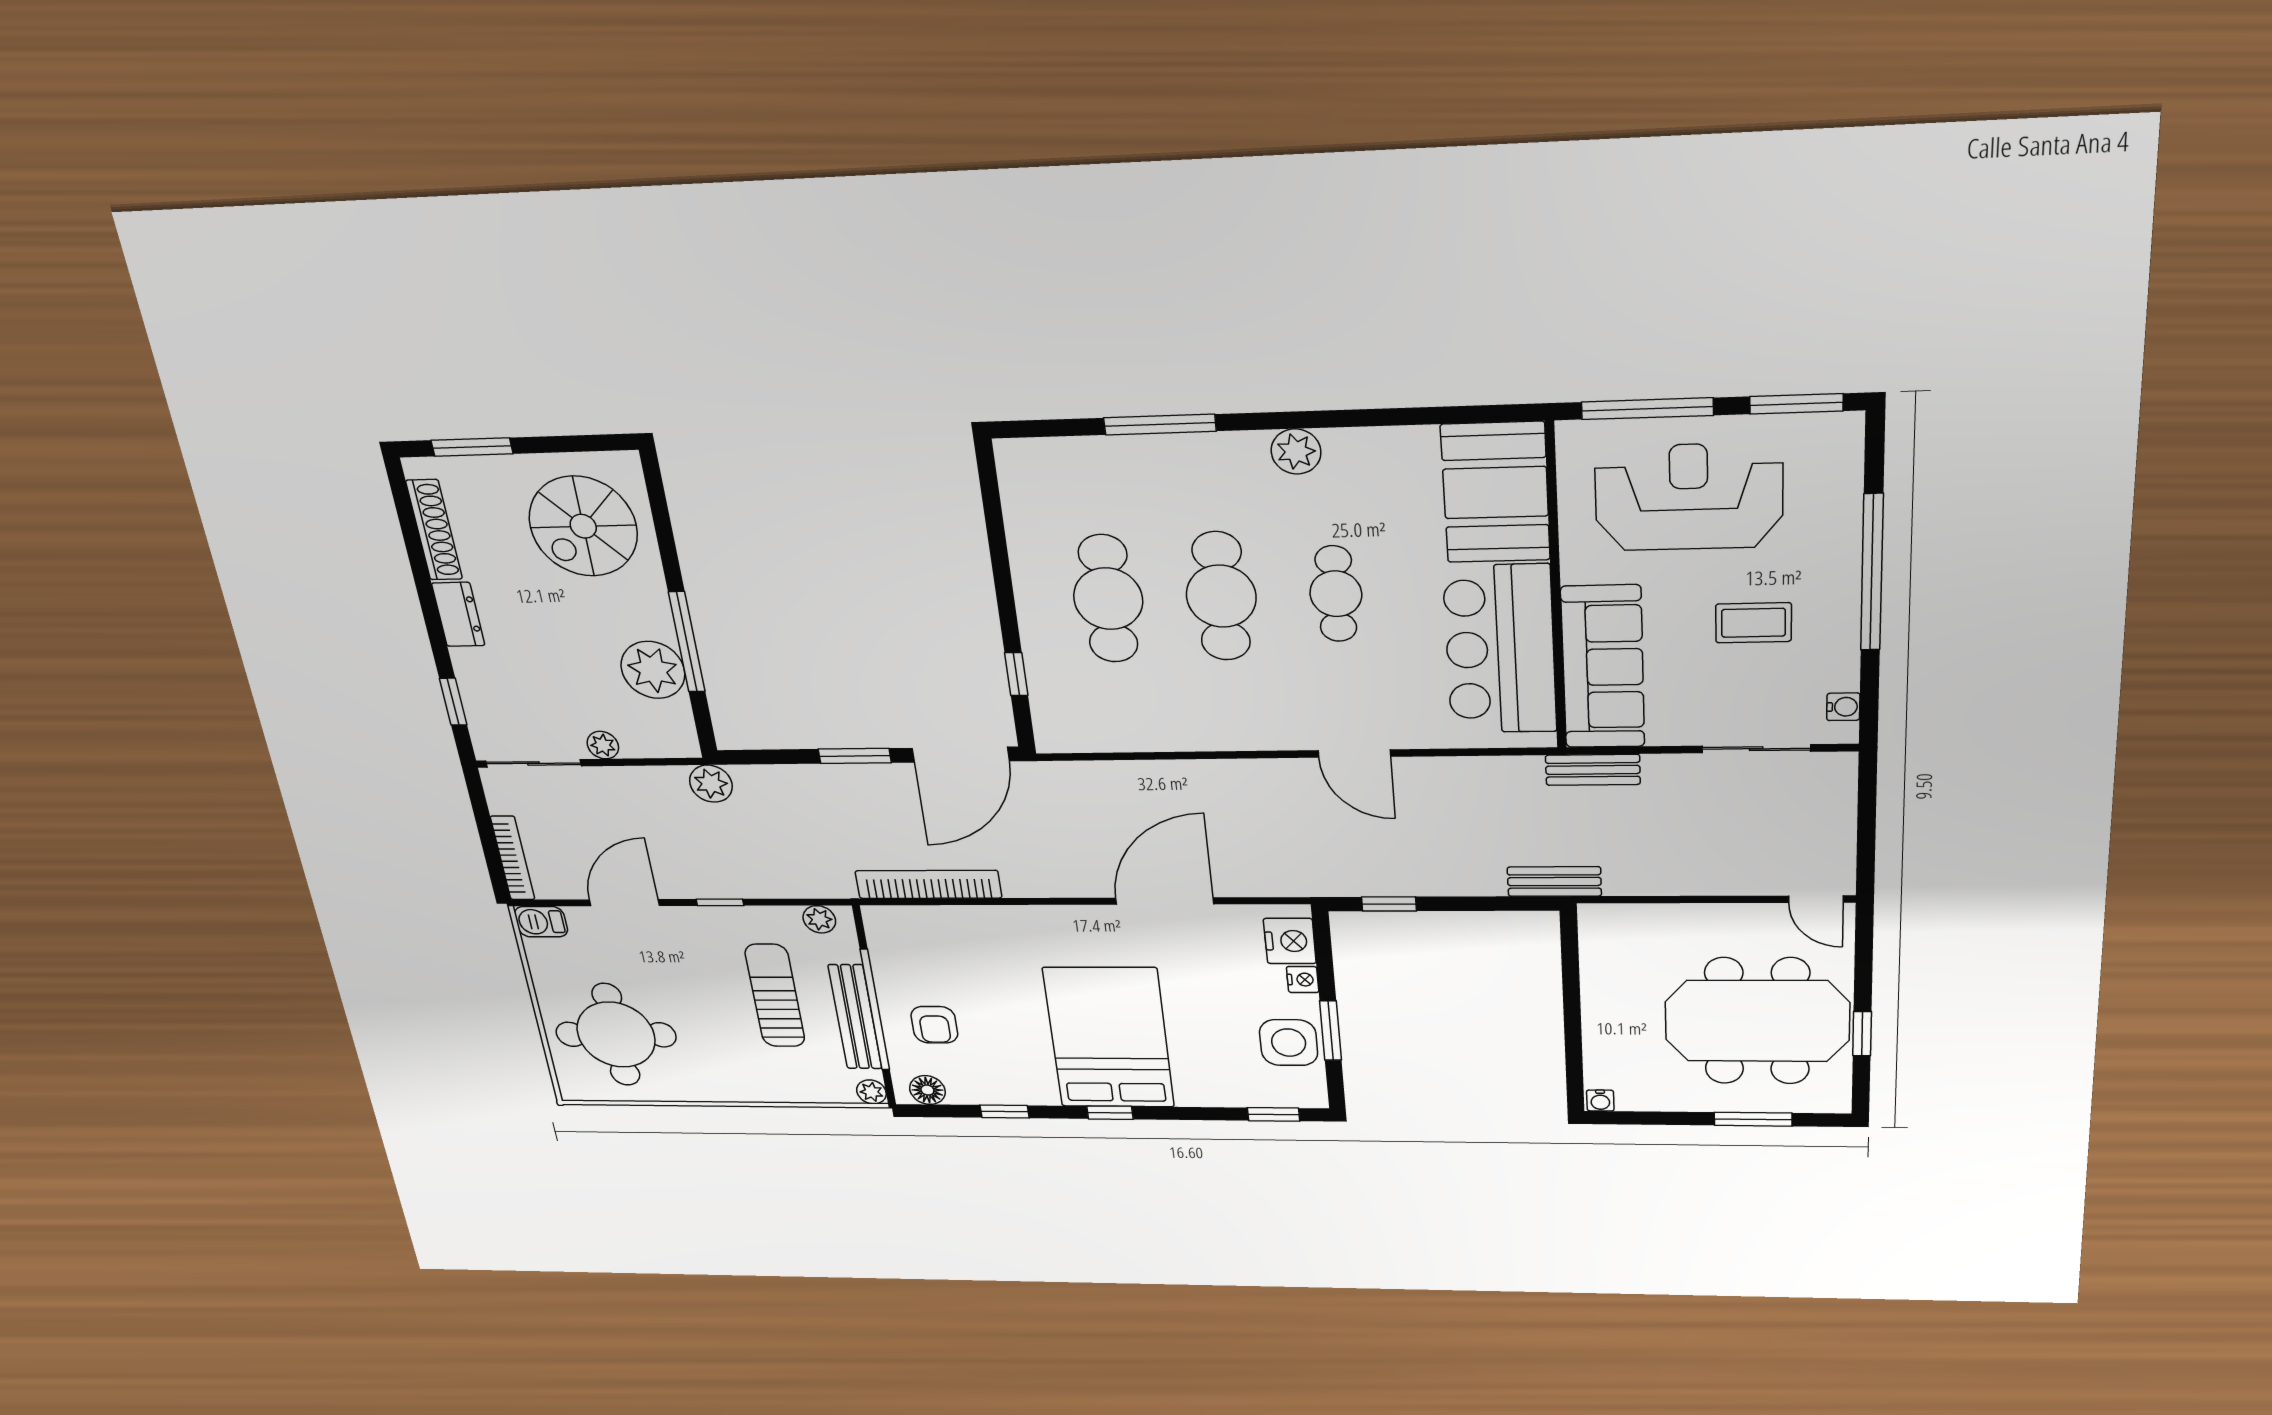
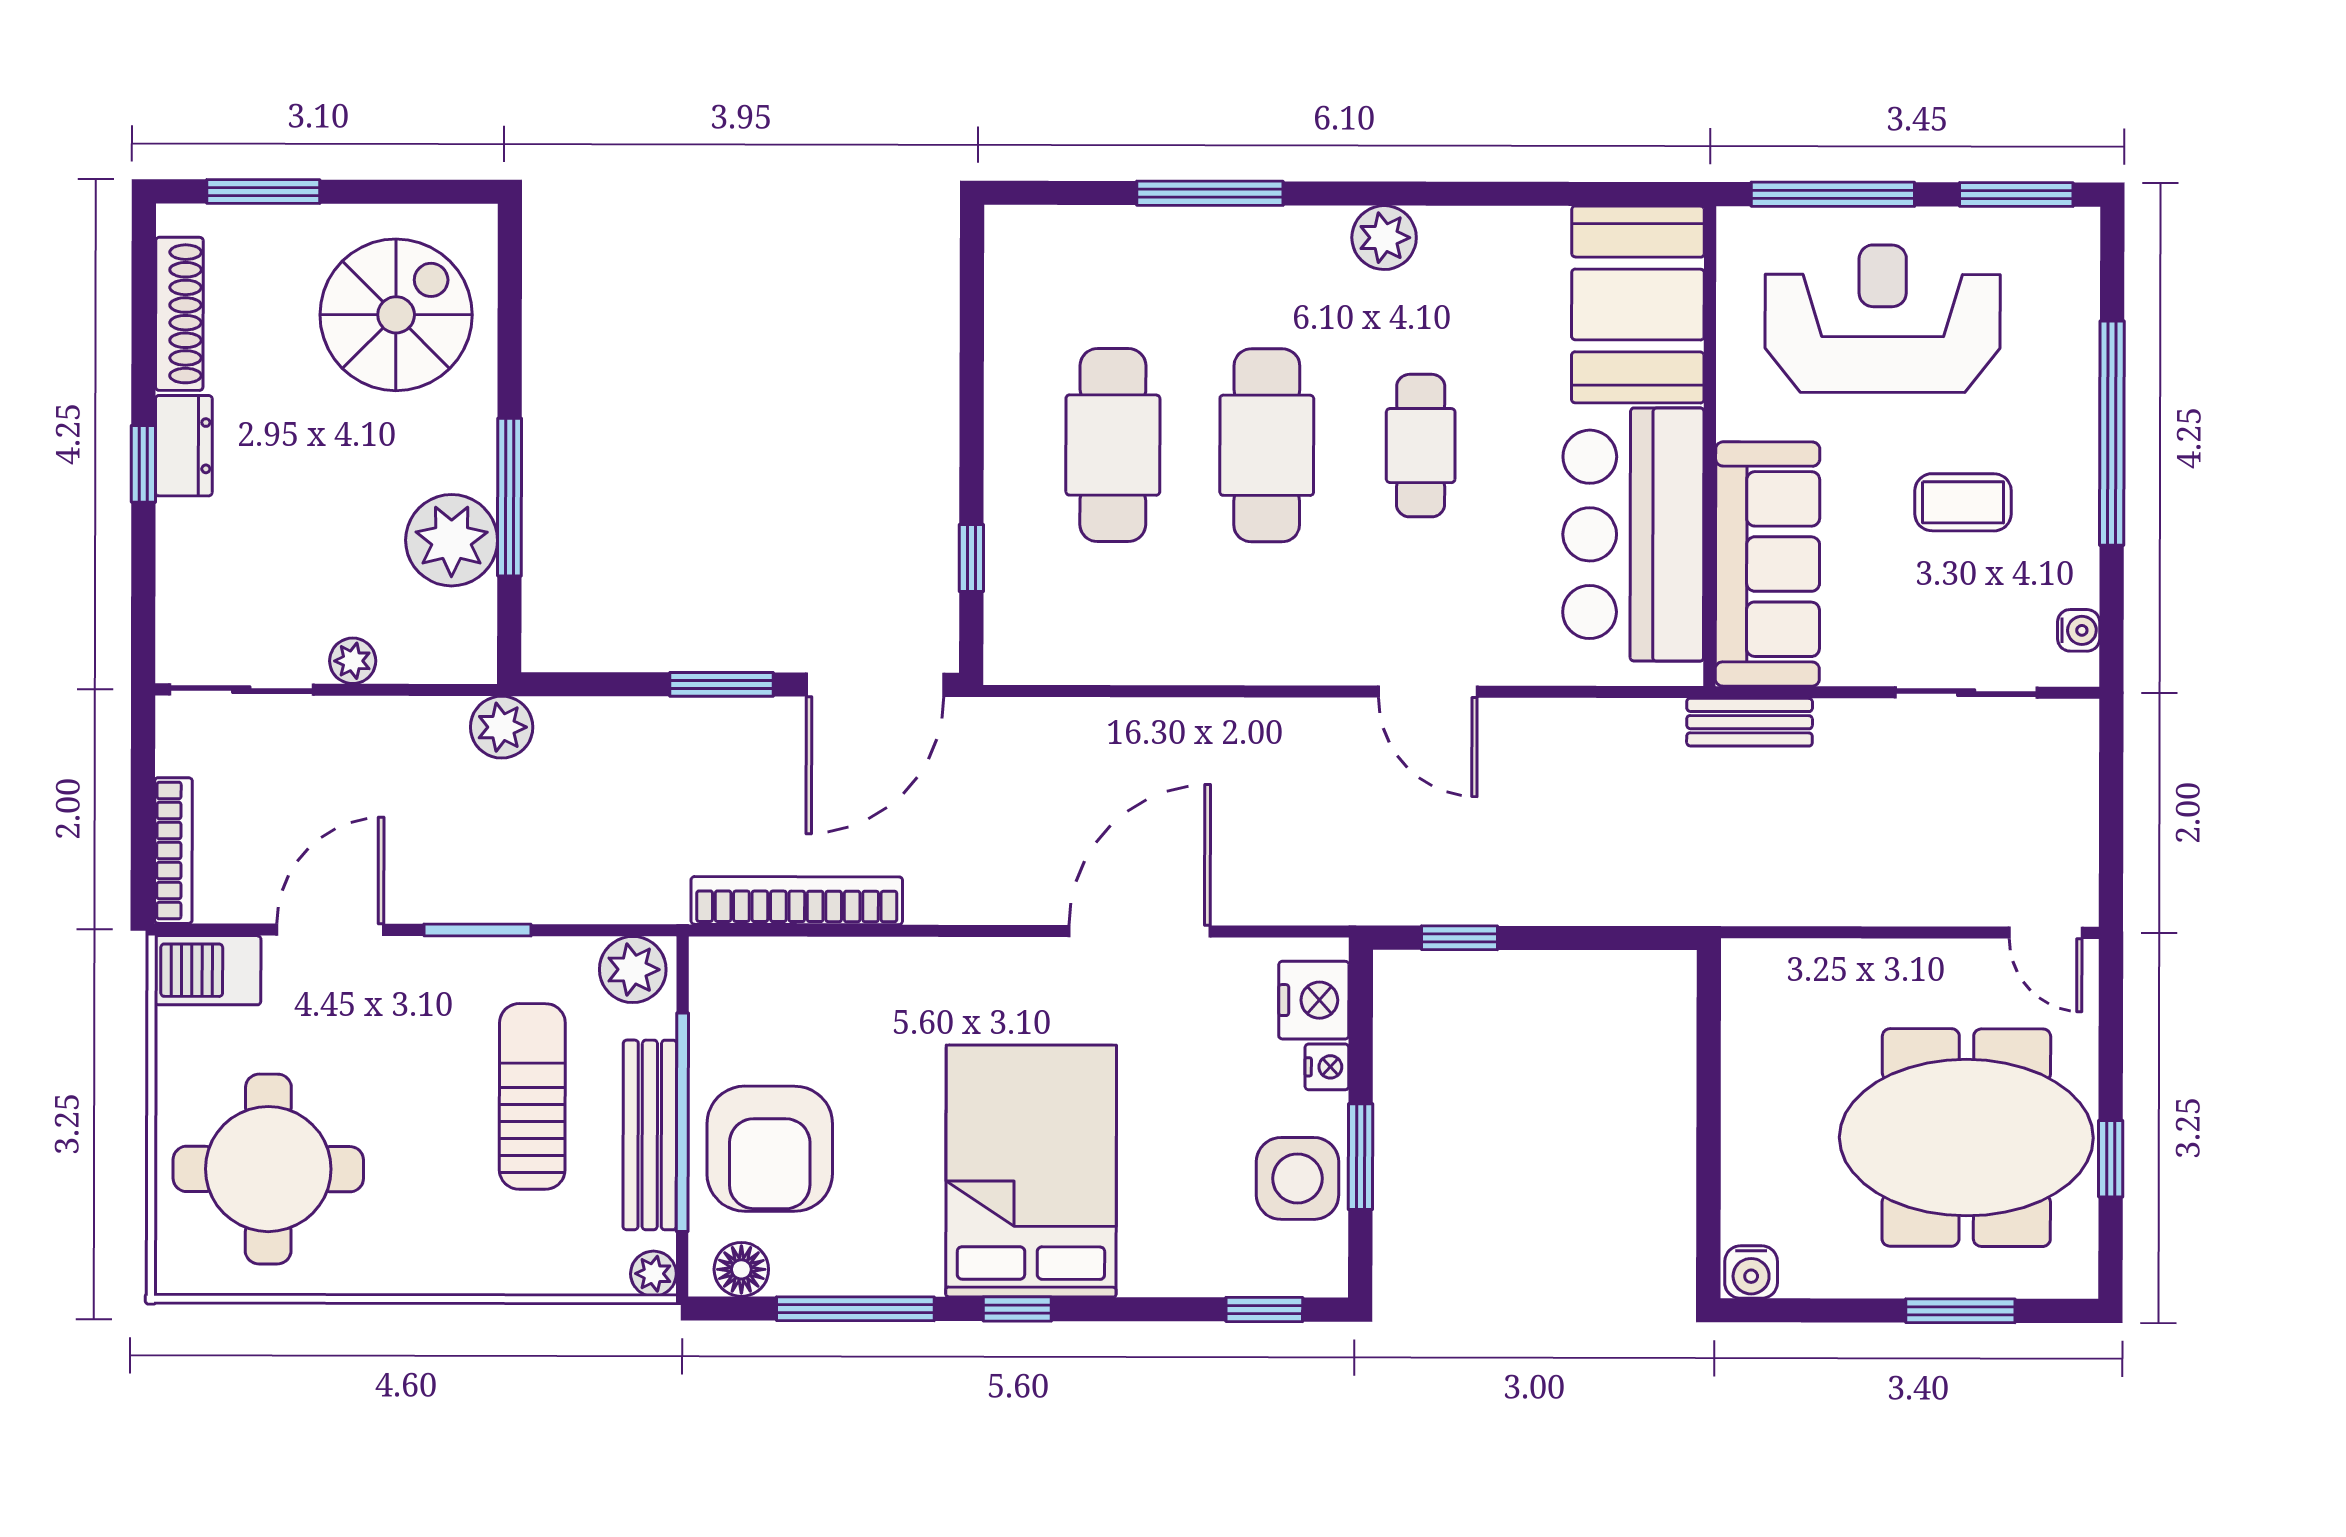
spiral stairs: (583, 526) -> (396, 315), turned 180
window: (453, 702) -> (143, 464), moved
bench: (1554, 882) -> (1691, 902), removed
window: (720, 902) -> (477, 930), width x1.50
plant: (819, 919) -> (633, 970), width x1.38, depth x1.38
barbecue: (541, 922) -> (208, 970), width x1.38, depth x1.27
armchair: (934, 1025) -> (770, 1149), width x1.88, depth x1.88
water cooler: (1600, 1101) -> (1751, 1272), width x1.38, depth x1.38
window: (1005, 1112) -> (855, 1309), width x2.17

